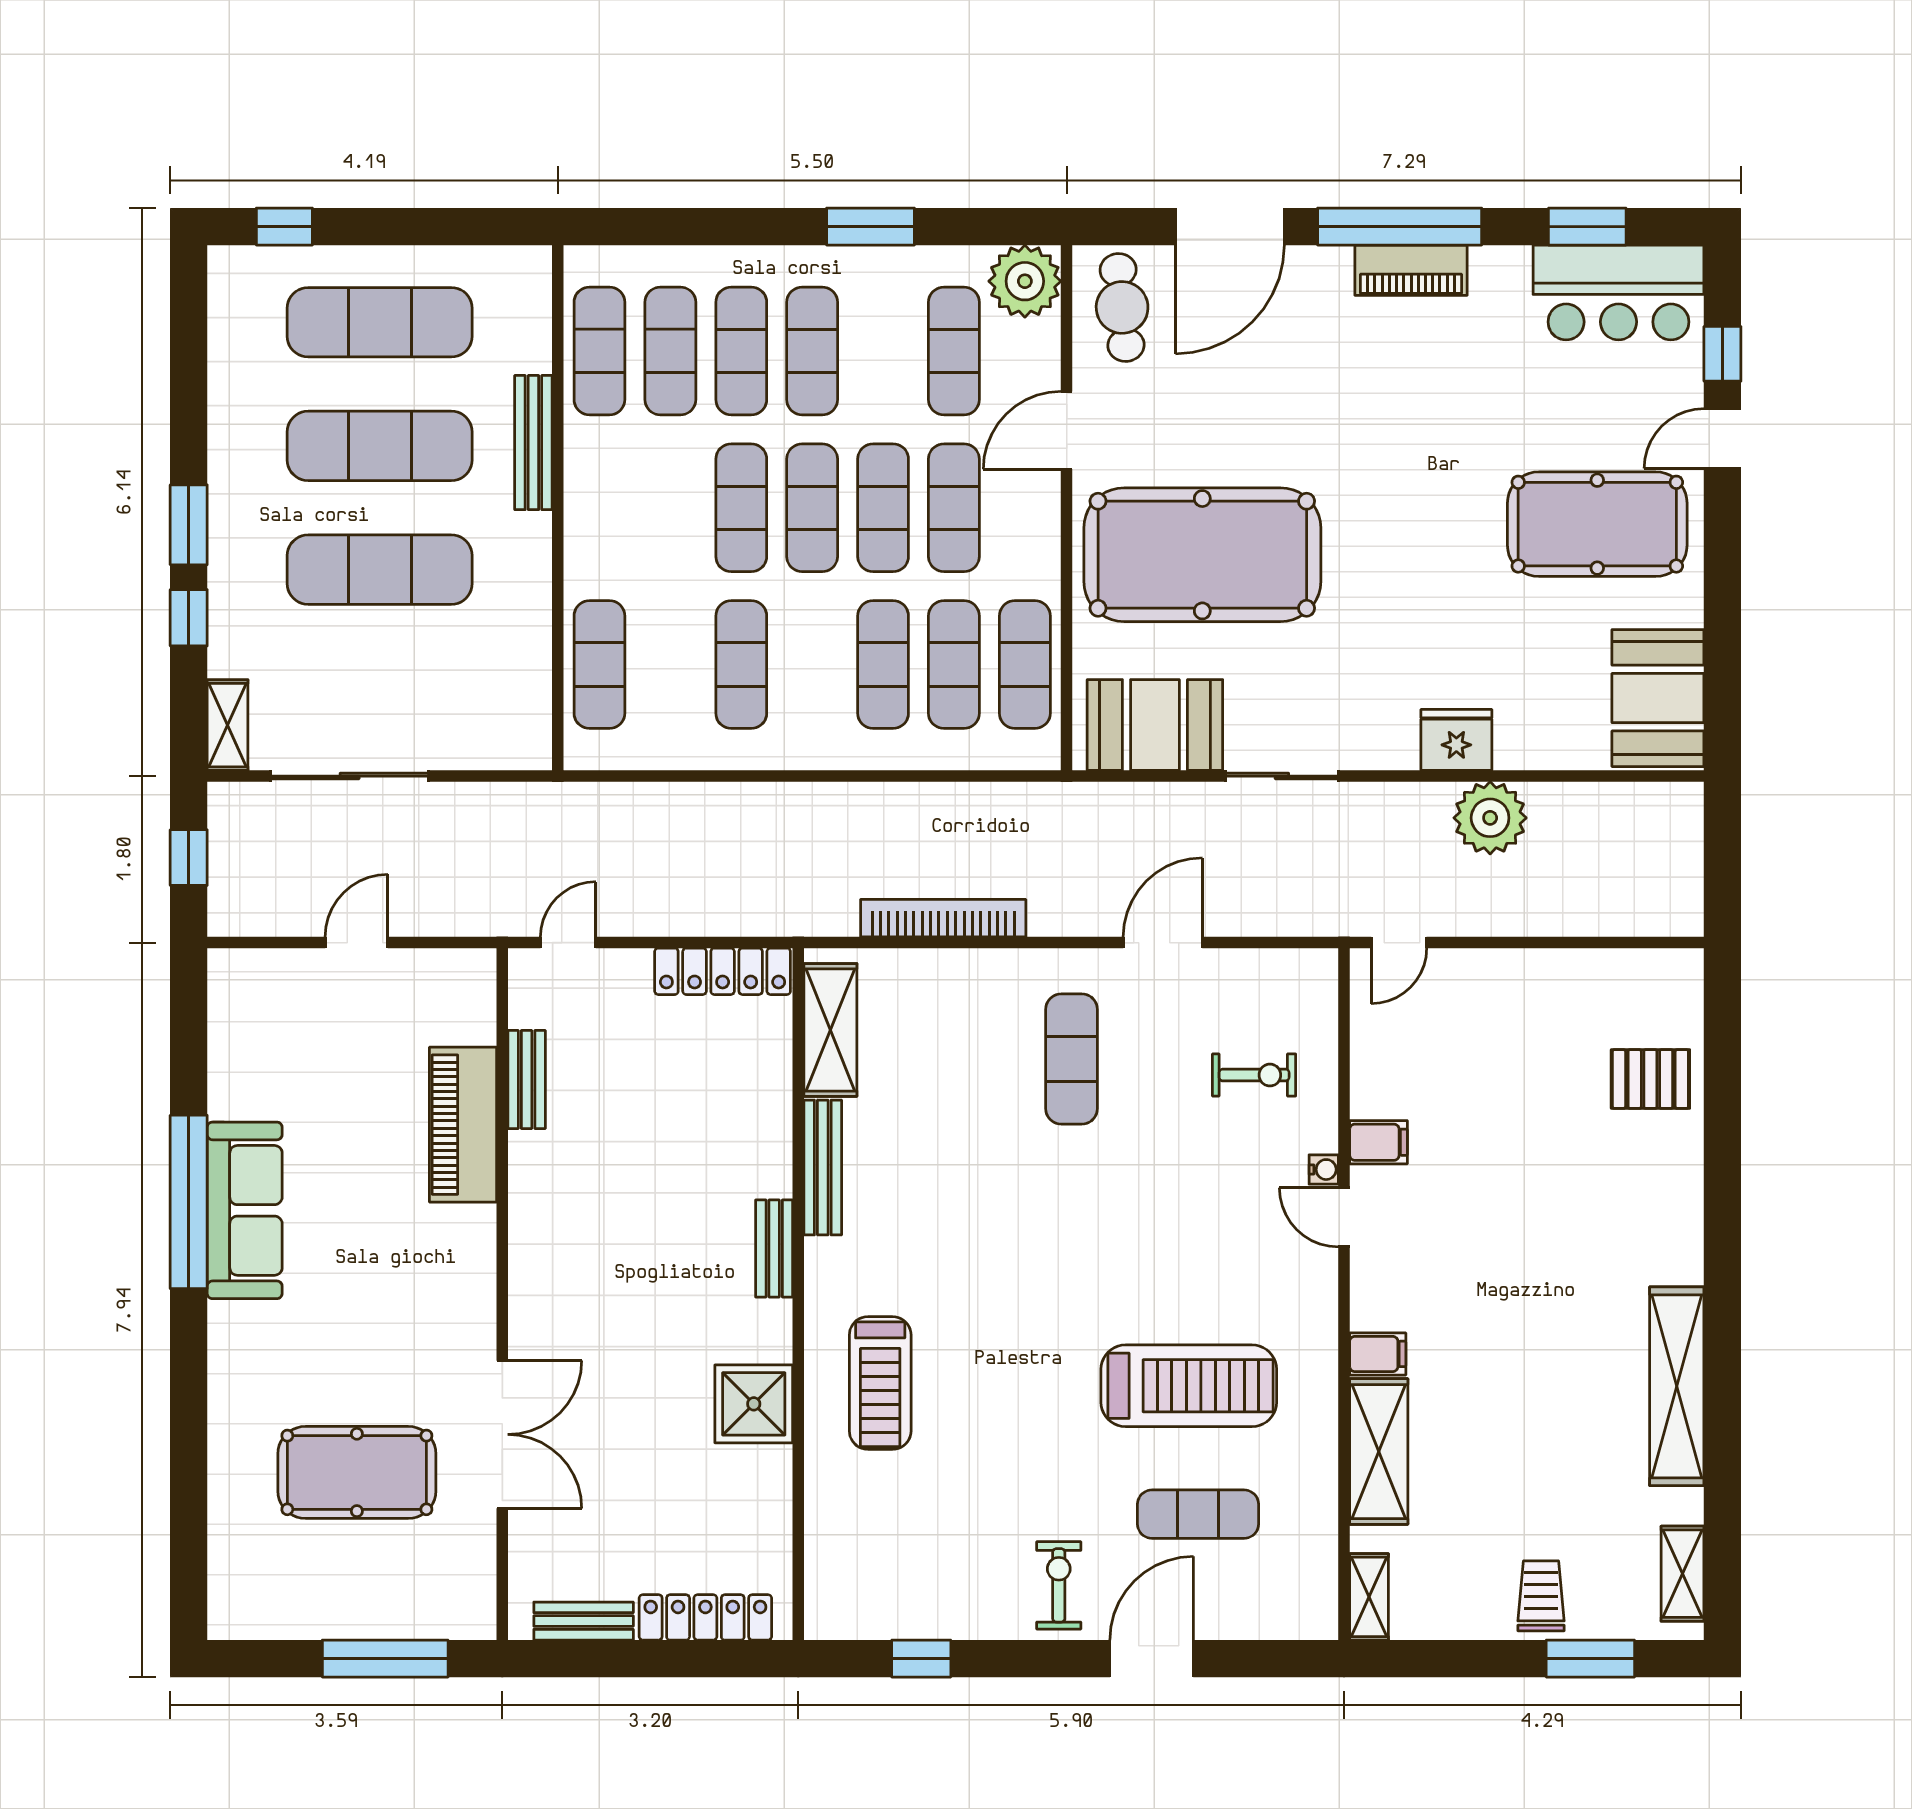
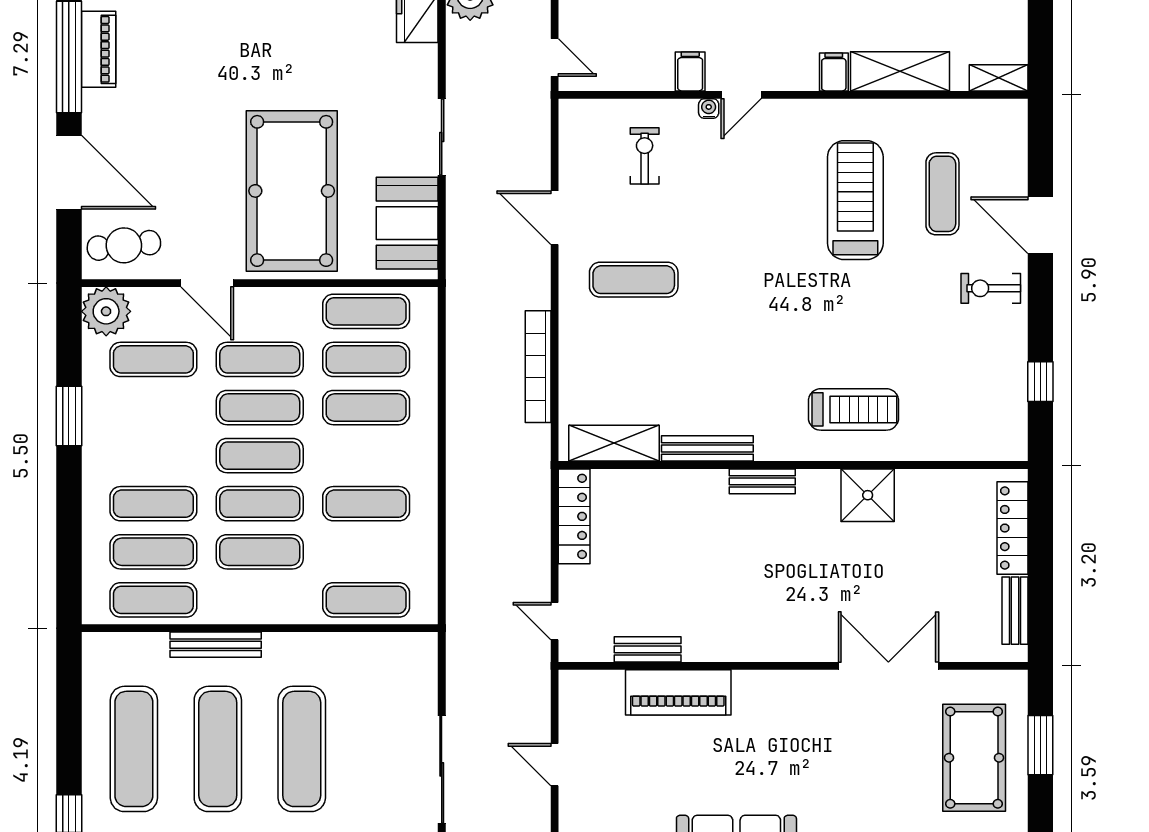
exercise mat: (812, 351) -> (260, 552), moved
pool table: (357, 1472) -> (974, 758), moved
window: (385, 1659) -> (1040, 745), width x0.69

